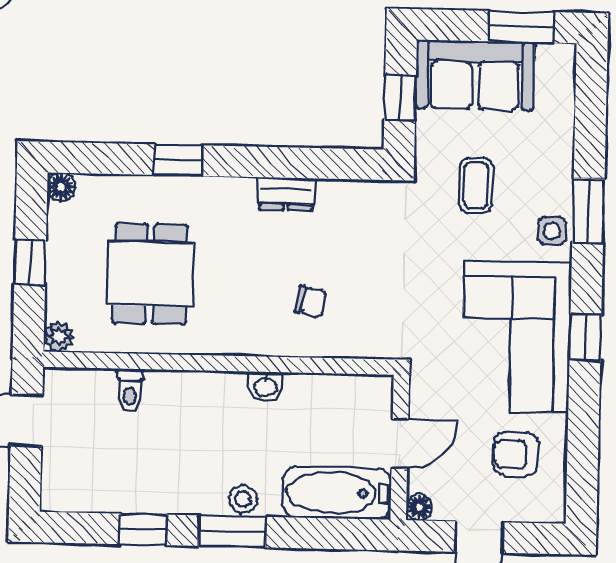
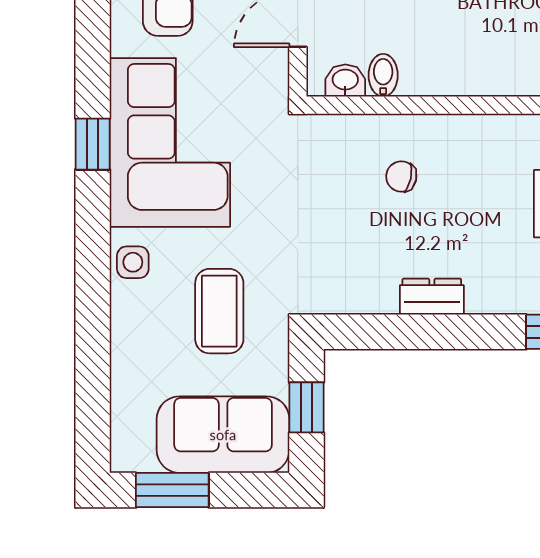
coffee table: (476, 185) -> (219, 311), width x1.36, depth x1.30
window: (588, 211) -> (93, 285), removed
washbasin: (266, 386) -> (345, 81), moved
bidet: (325, 392) -> (383, 75), added

